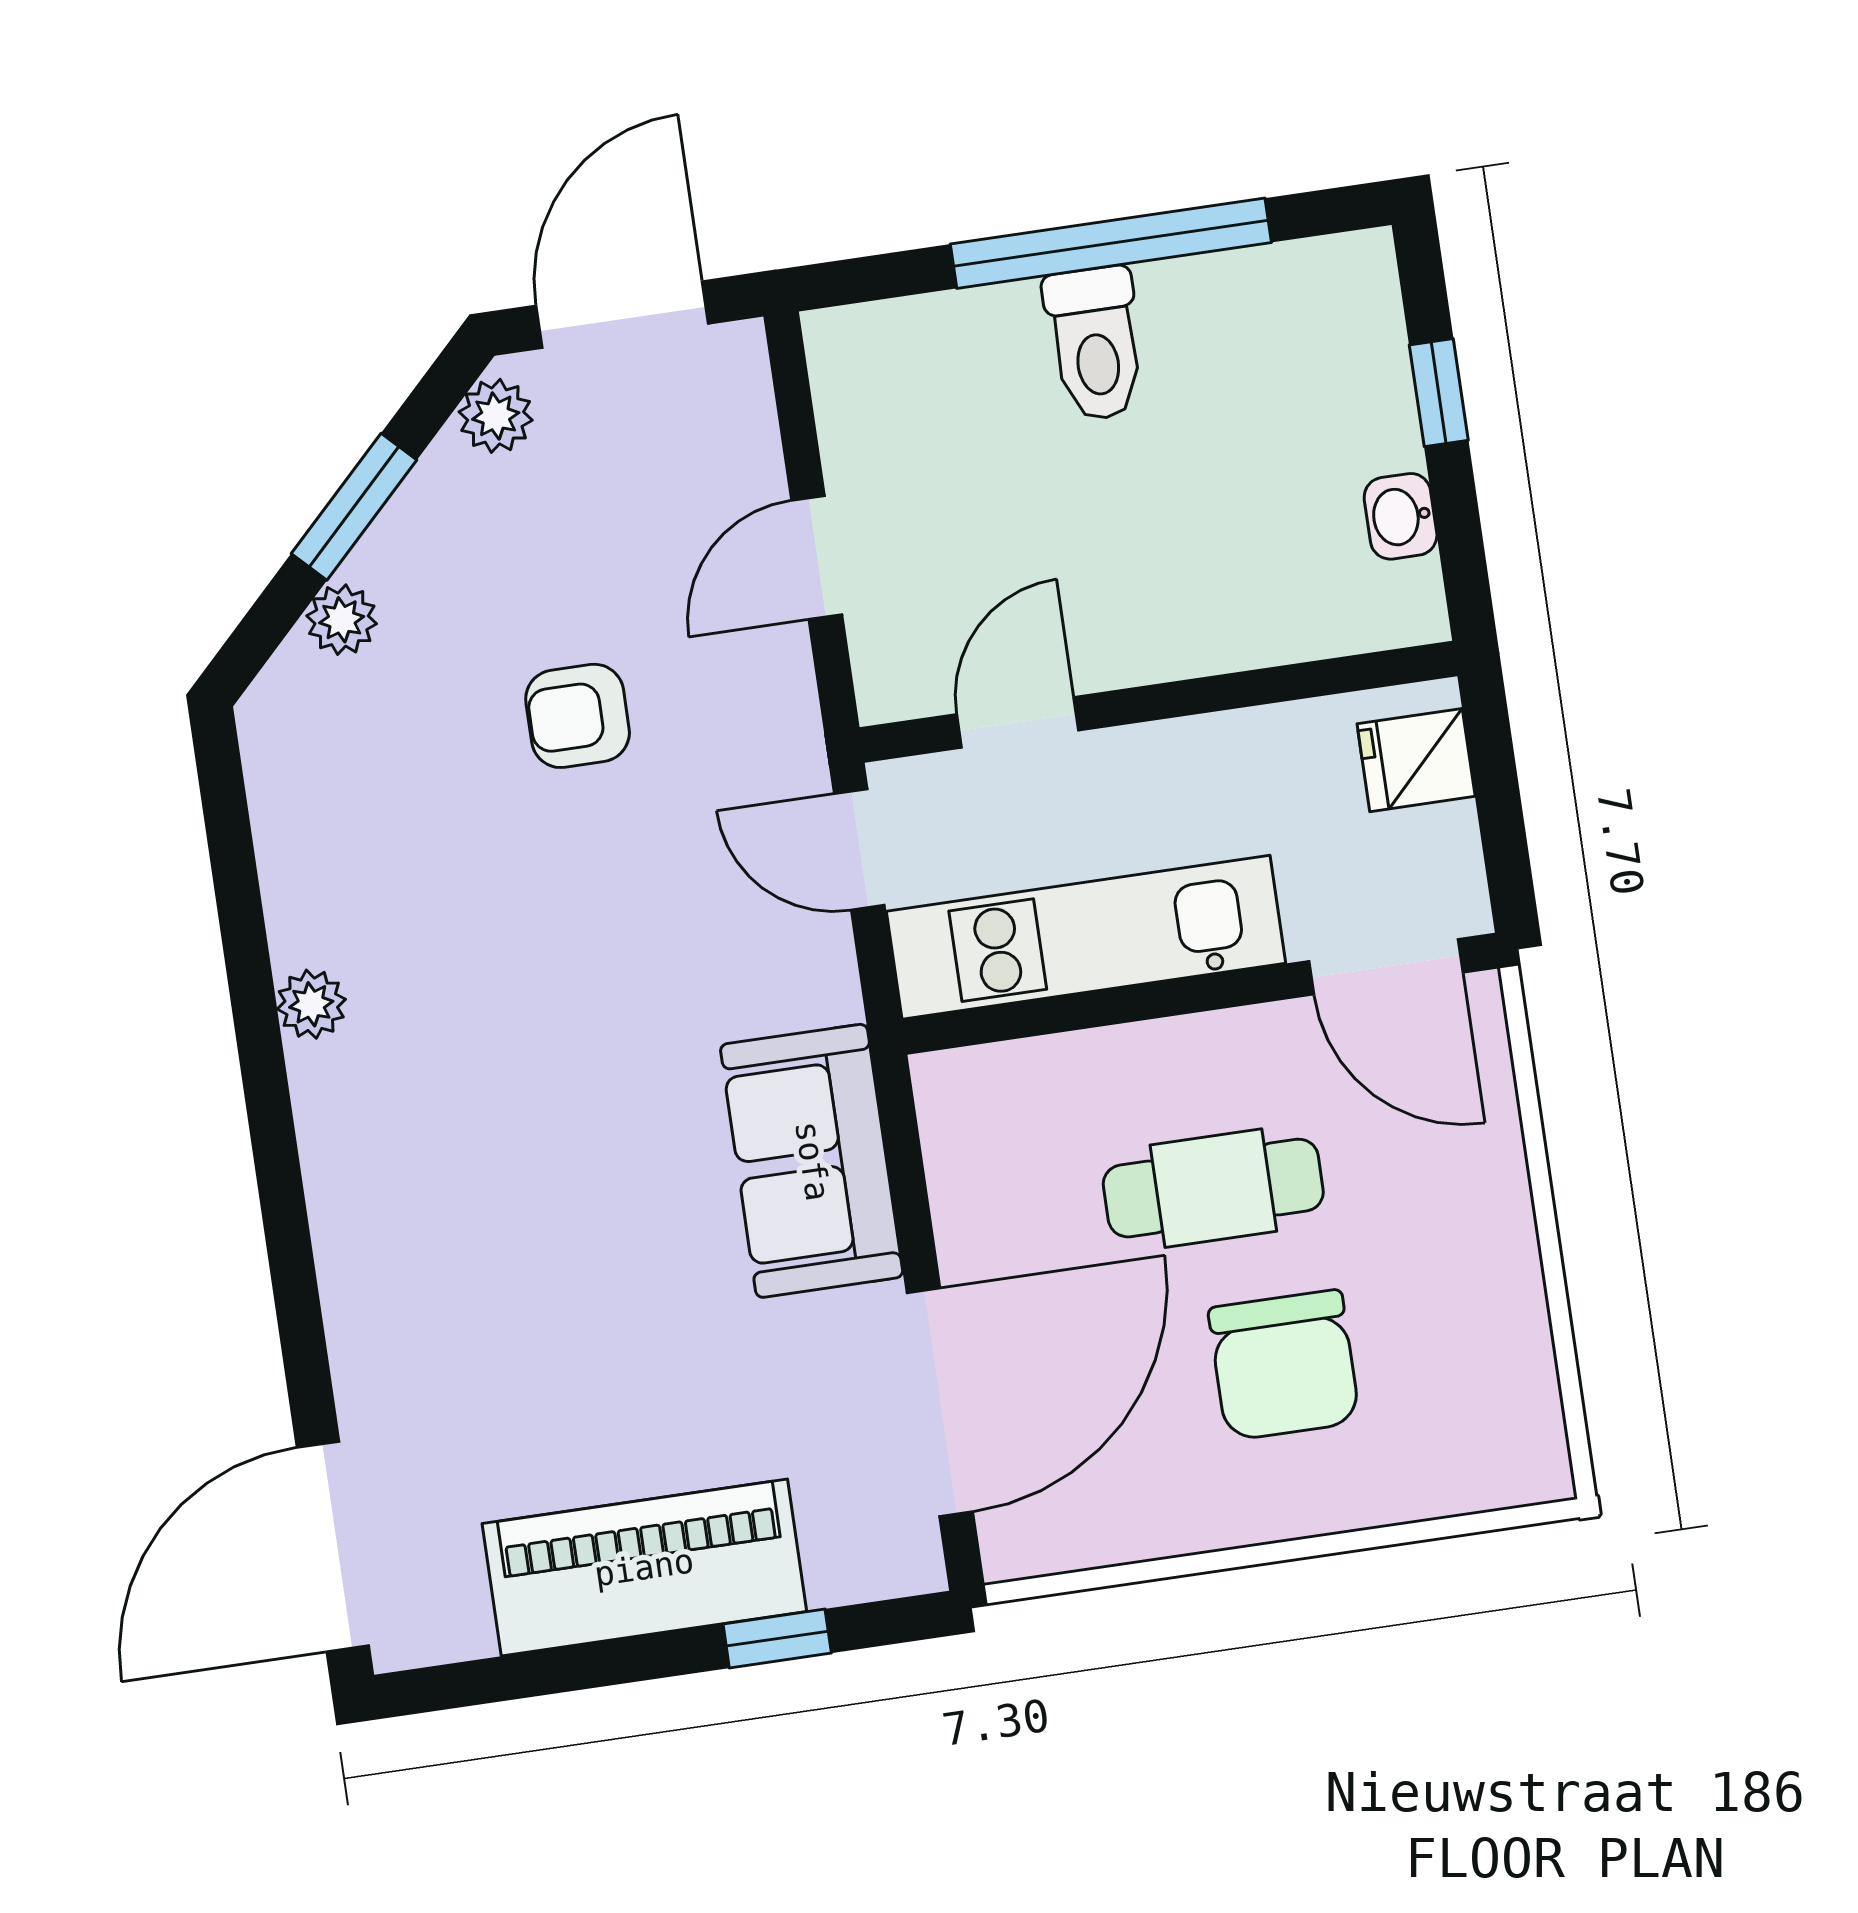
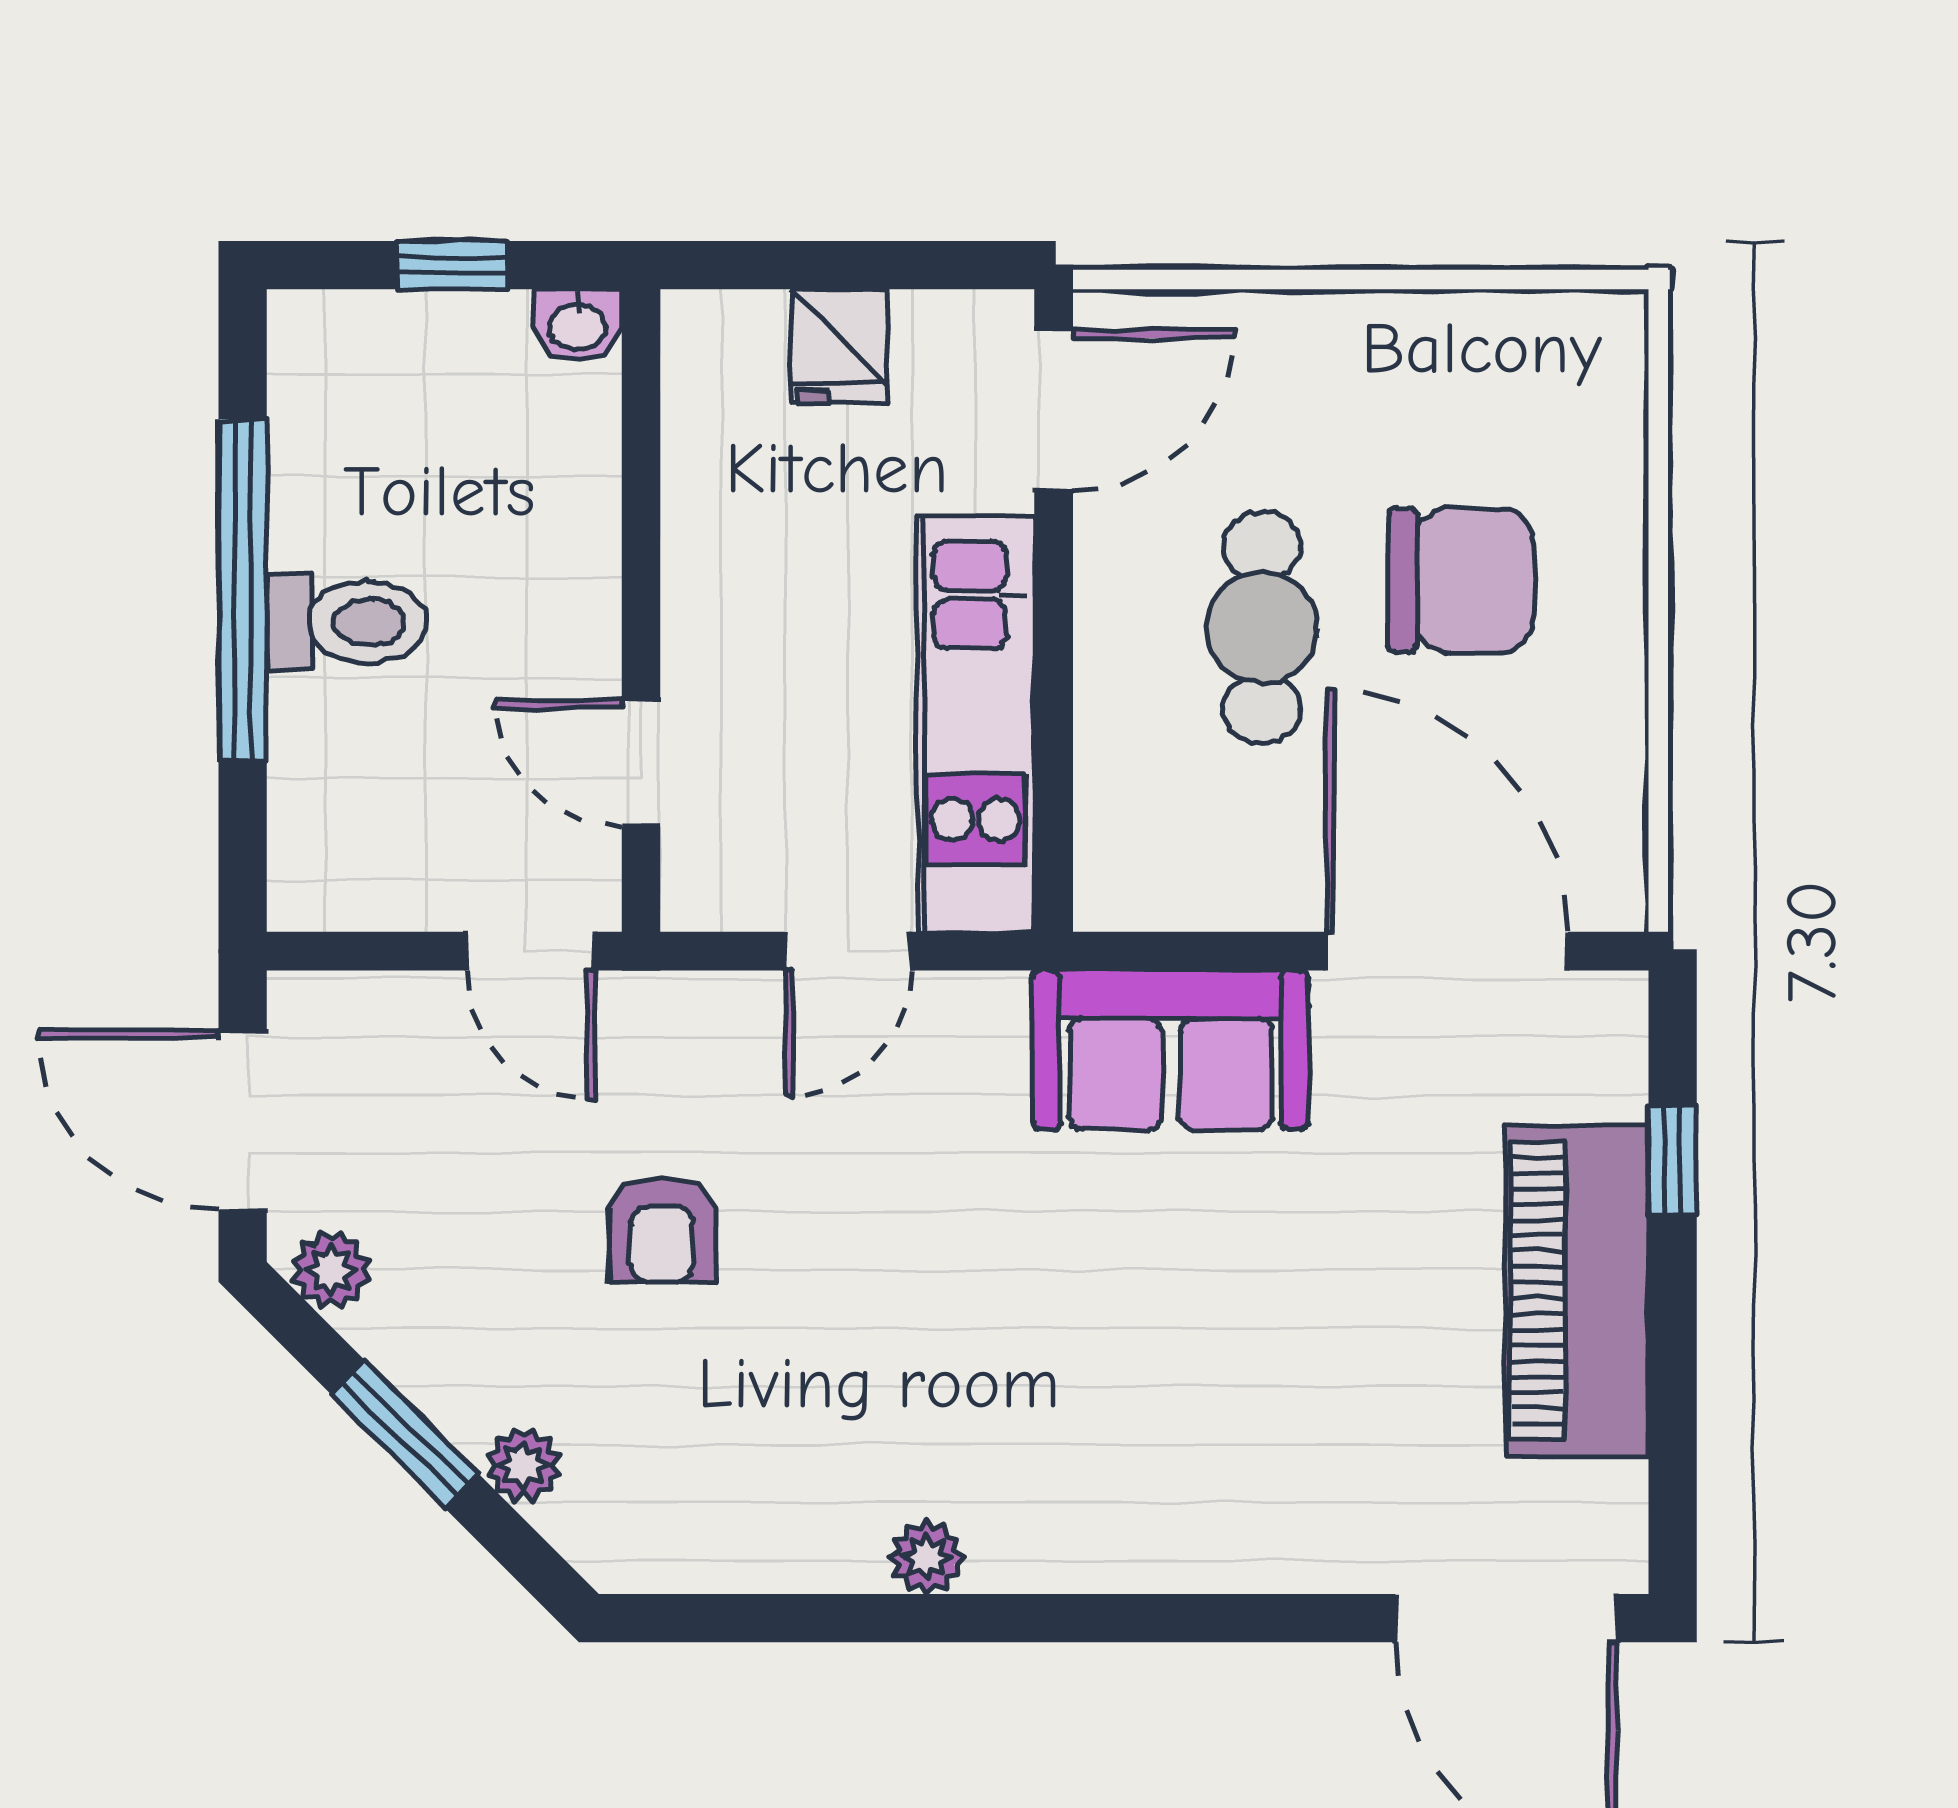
wall: (1159, 702) -> (641, 611), moved
door: (1018, 722) -> (641, 763), moved

